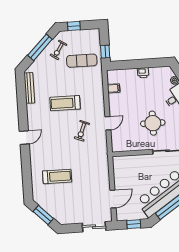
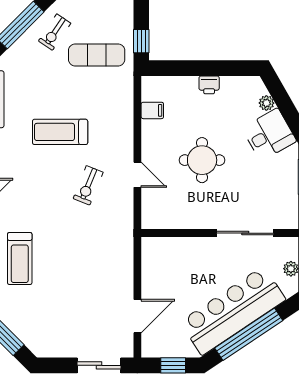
door: (108, 123) -> (137, 175), hinge flipped
round table: (153, 123) -> (202, 160), moved
treadmill: (57, 176) -> (20, 259), moved, turned 90

